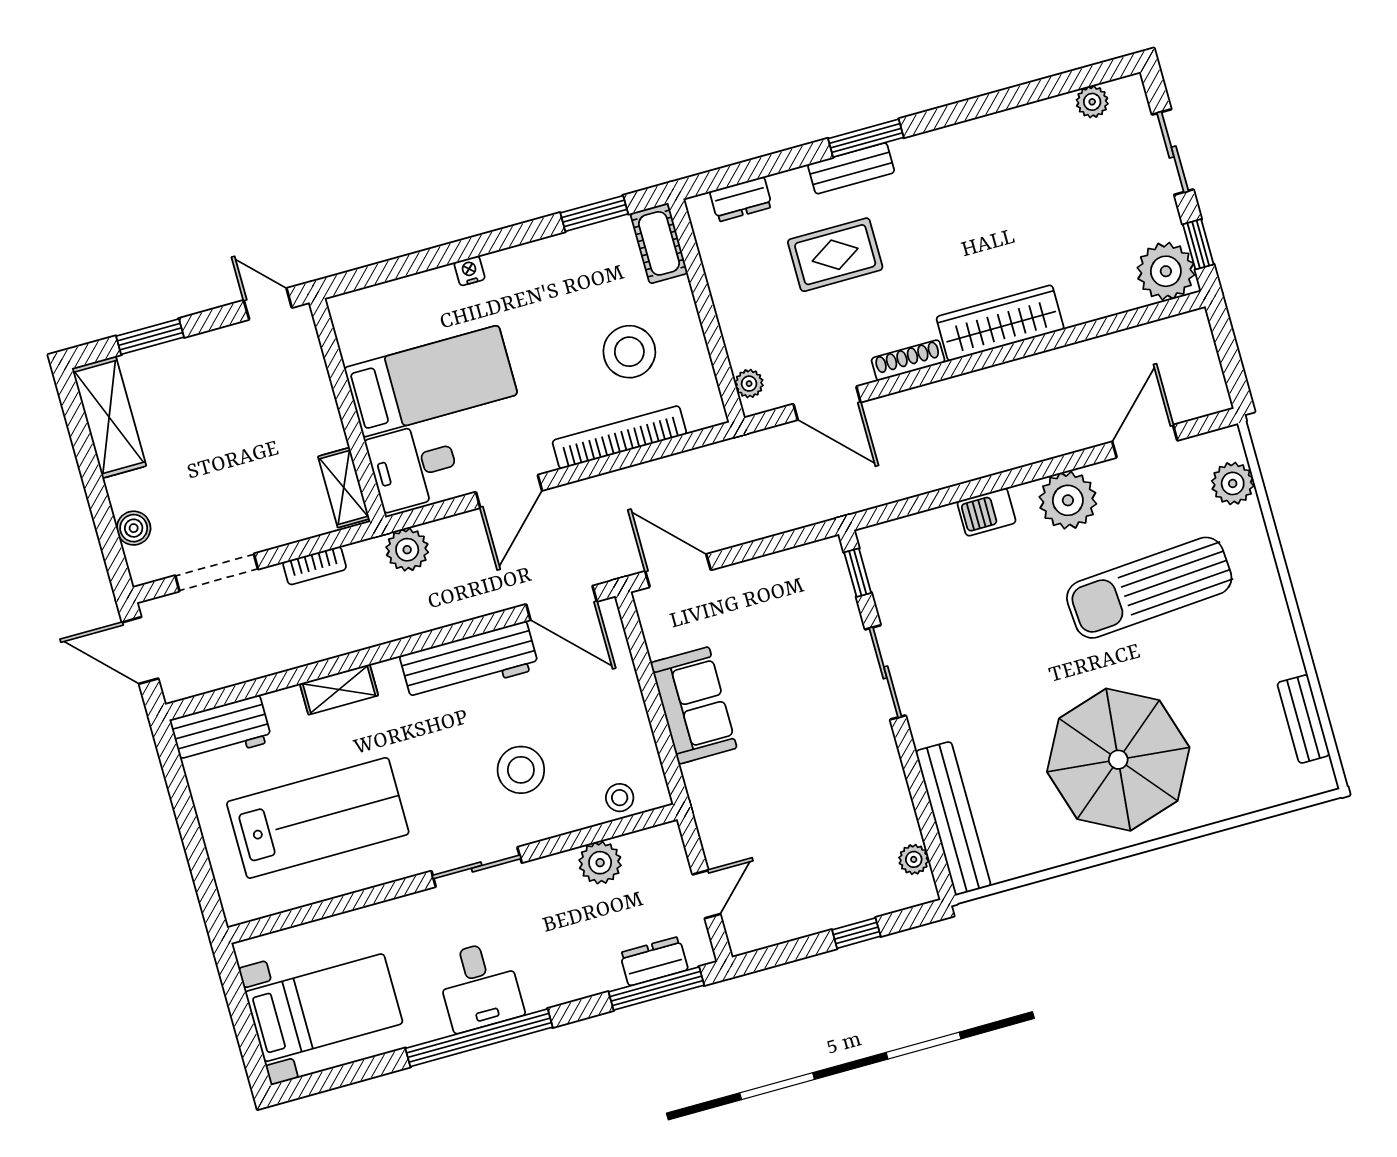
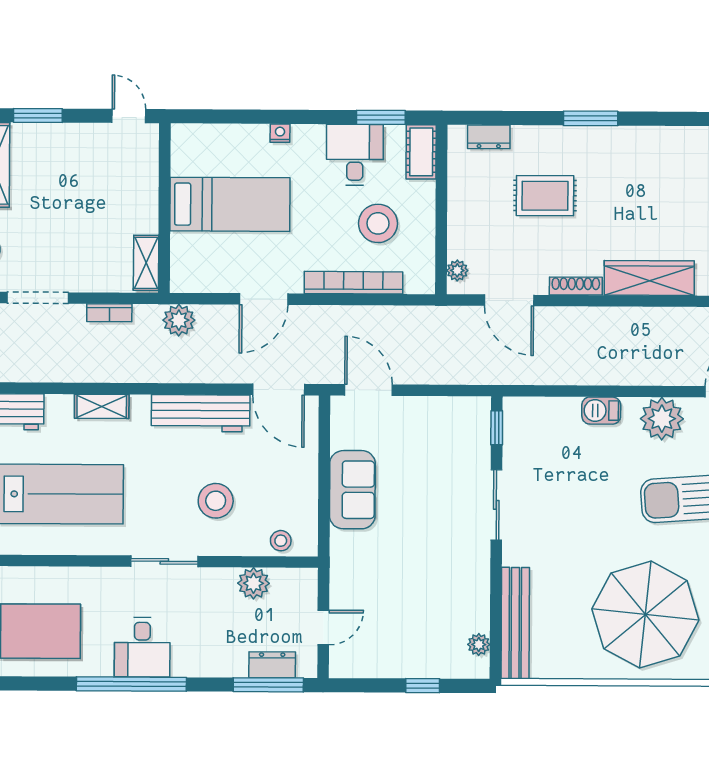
bench: (851, 168) -> (574, 137), removed
desk: (413, 466) -> (355, 155), moved, turned 90

